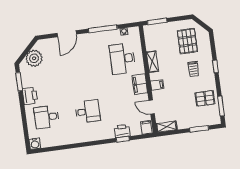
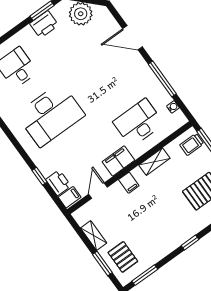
trolley: (193, 69) -> (192, 144), moved
printer: (30, 96) -> (44, 24), moved
pallet: (205, 98) -> (123, 257), moved
desk: (88, 111) -> (51, 115), width x1.87, depth x1.30
shelving: (167, 127) -> (94, 235), moved
printer: (122, 131) -> (58, 183), moved

